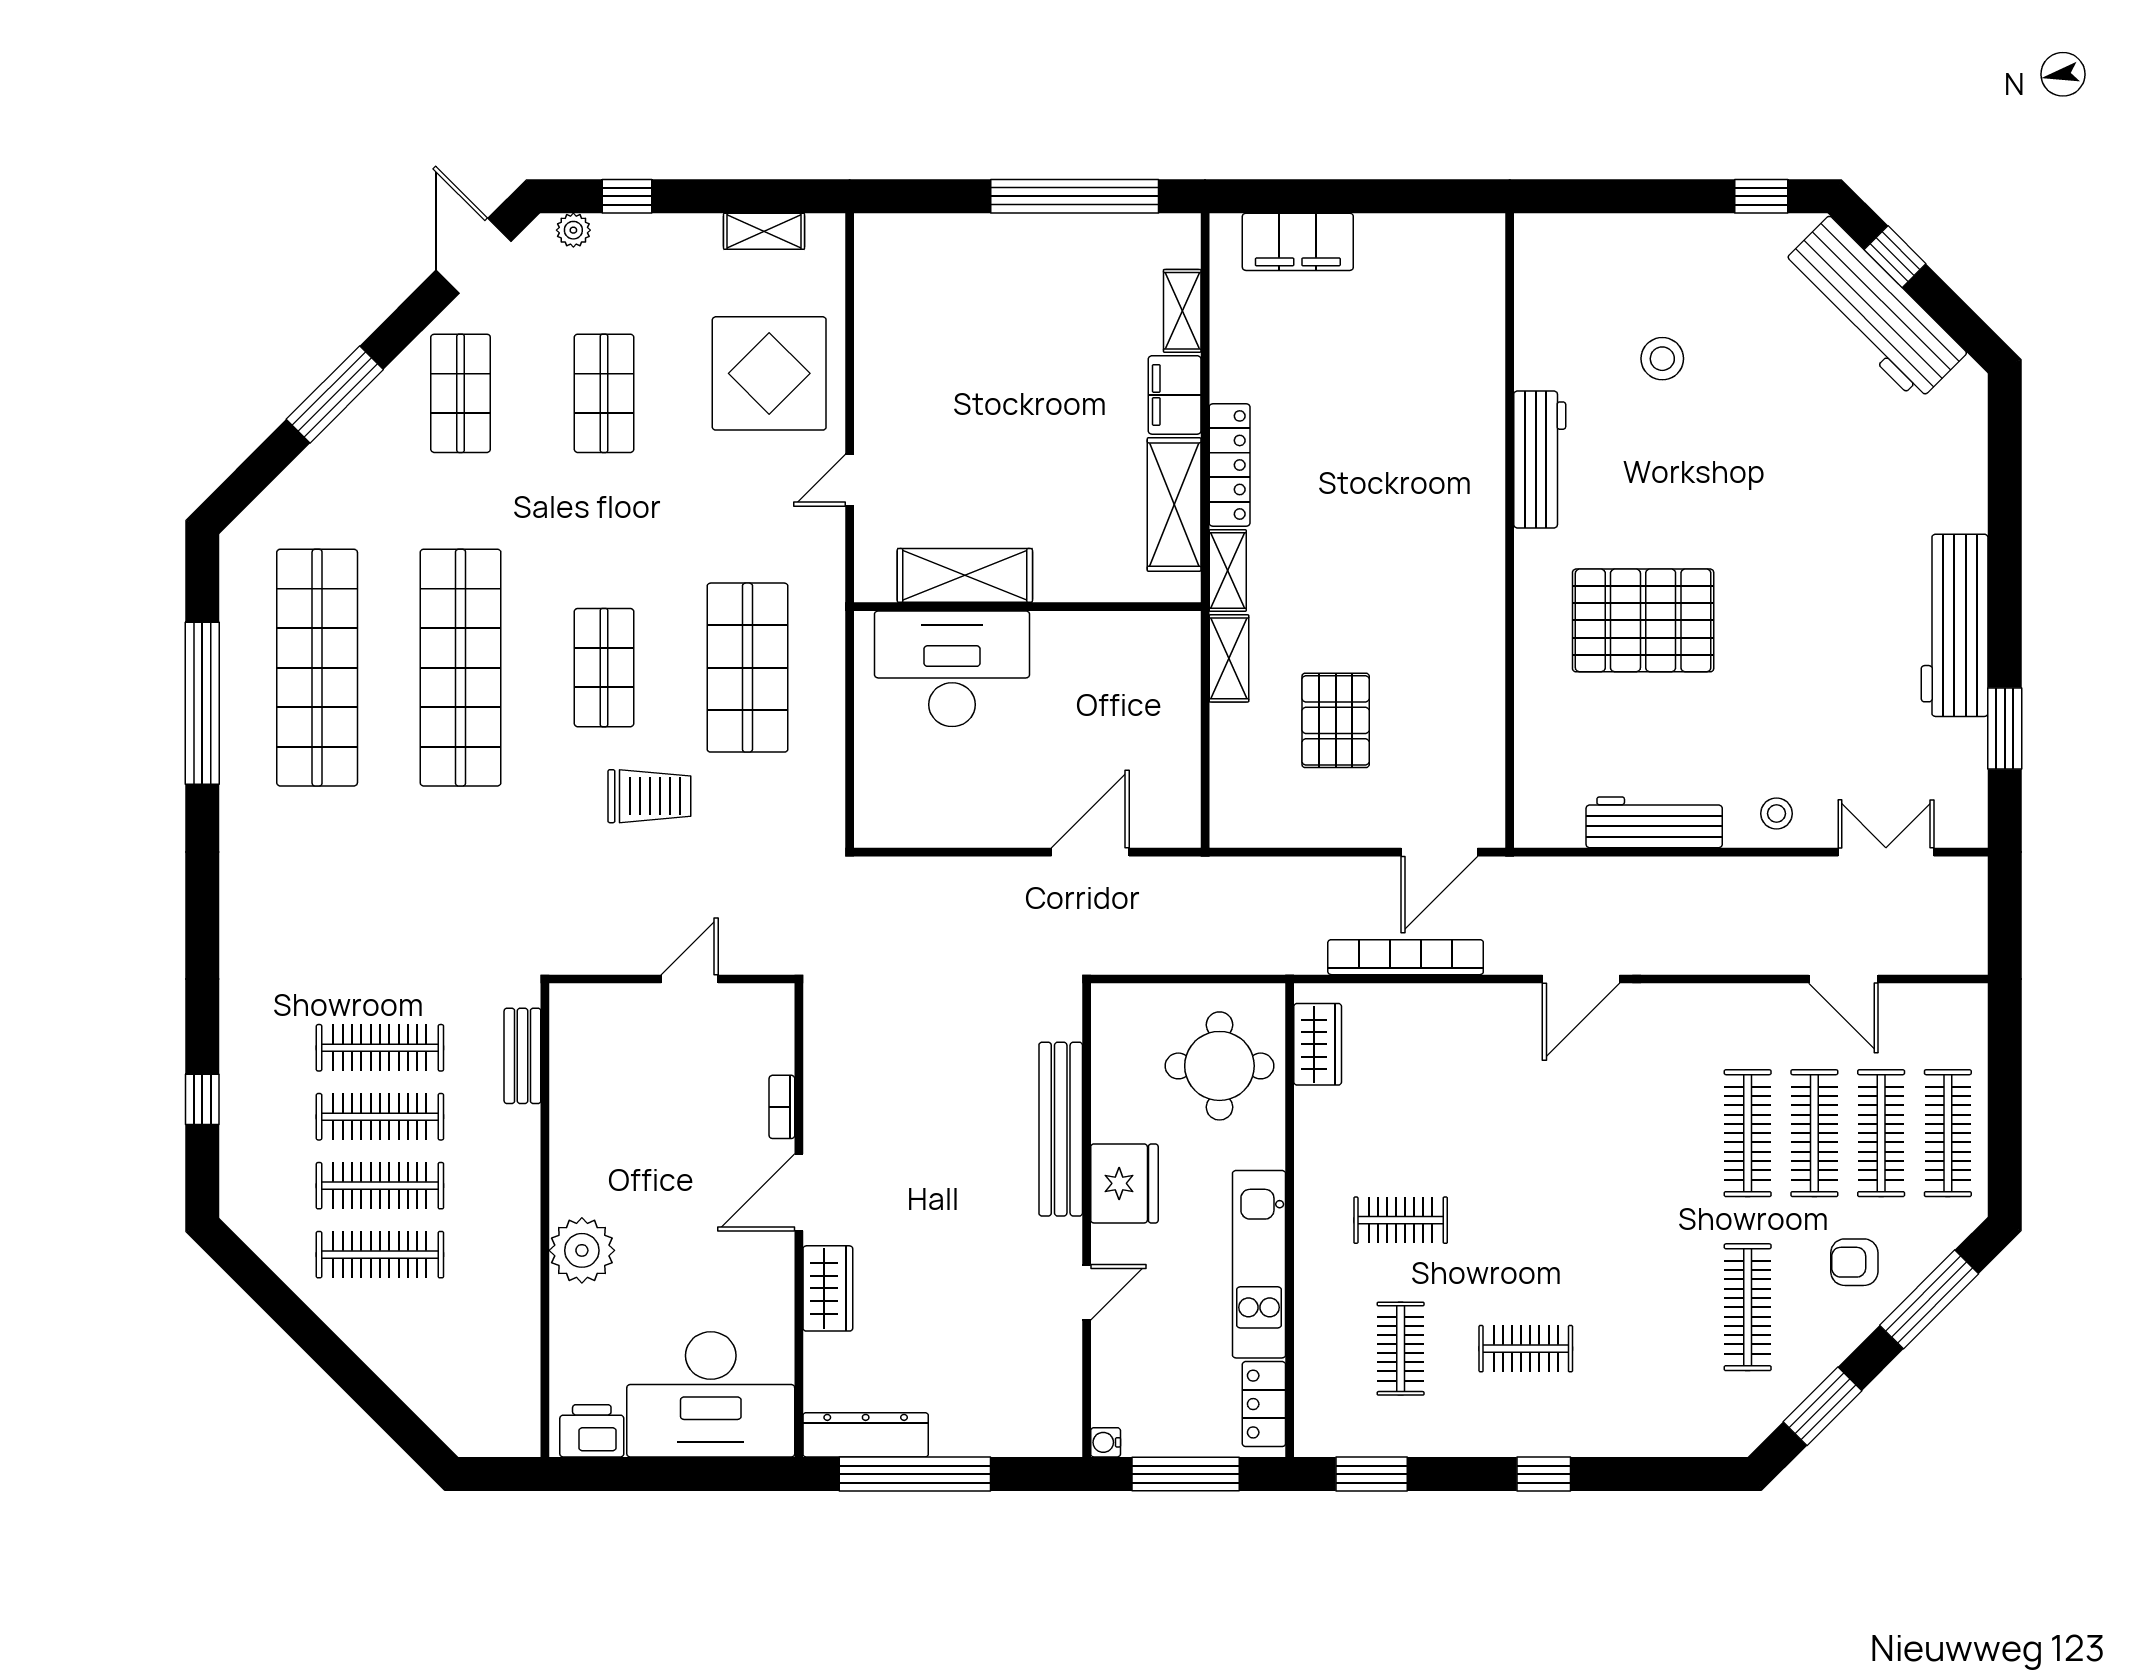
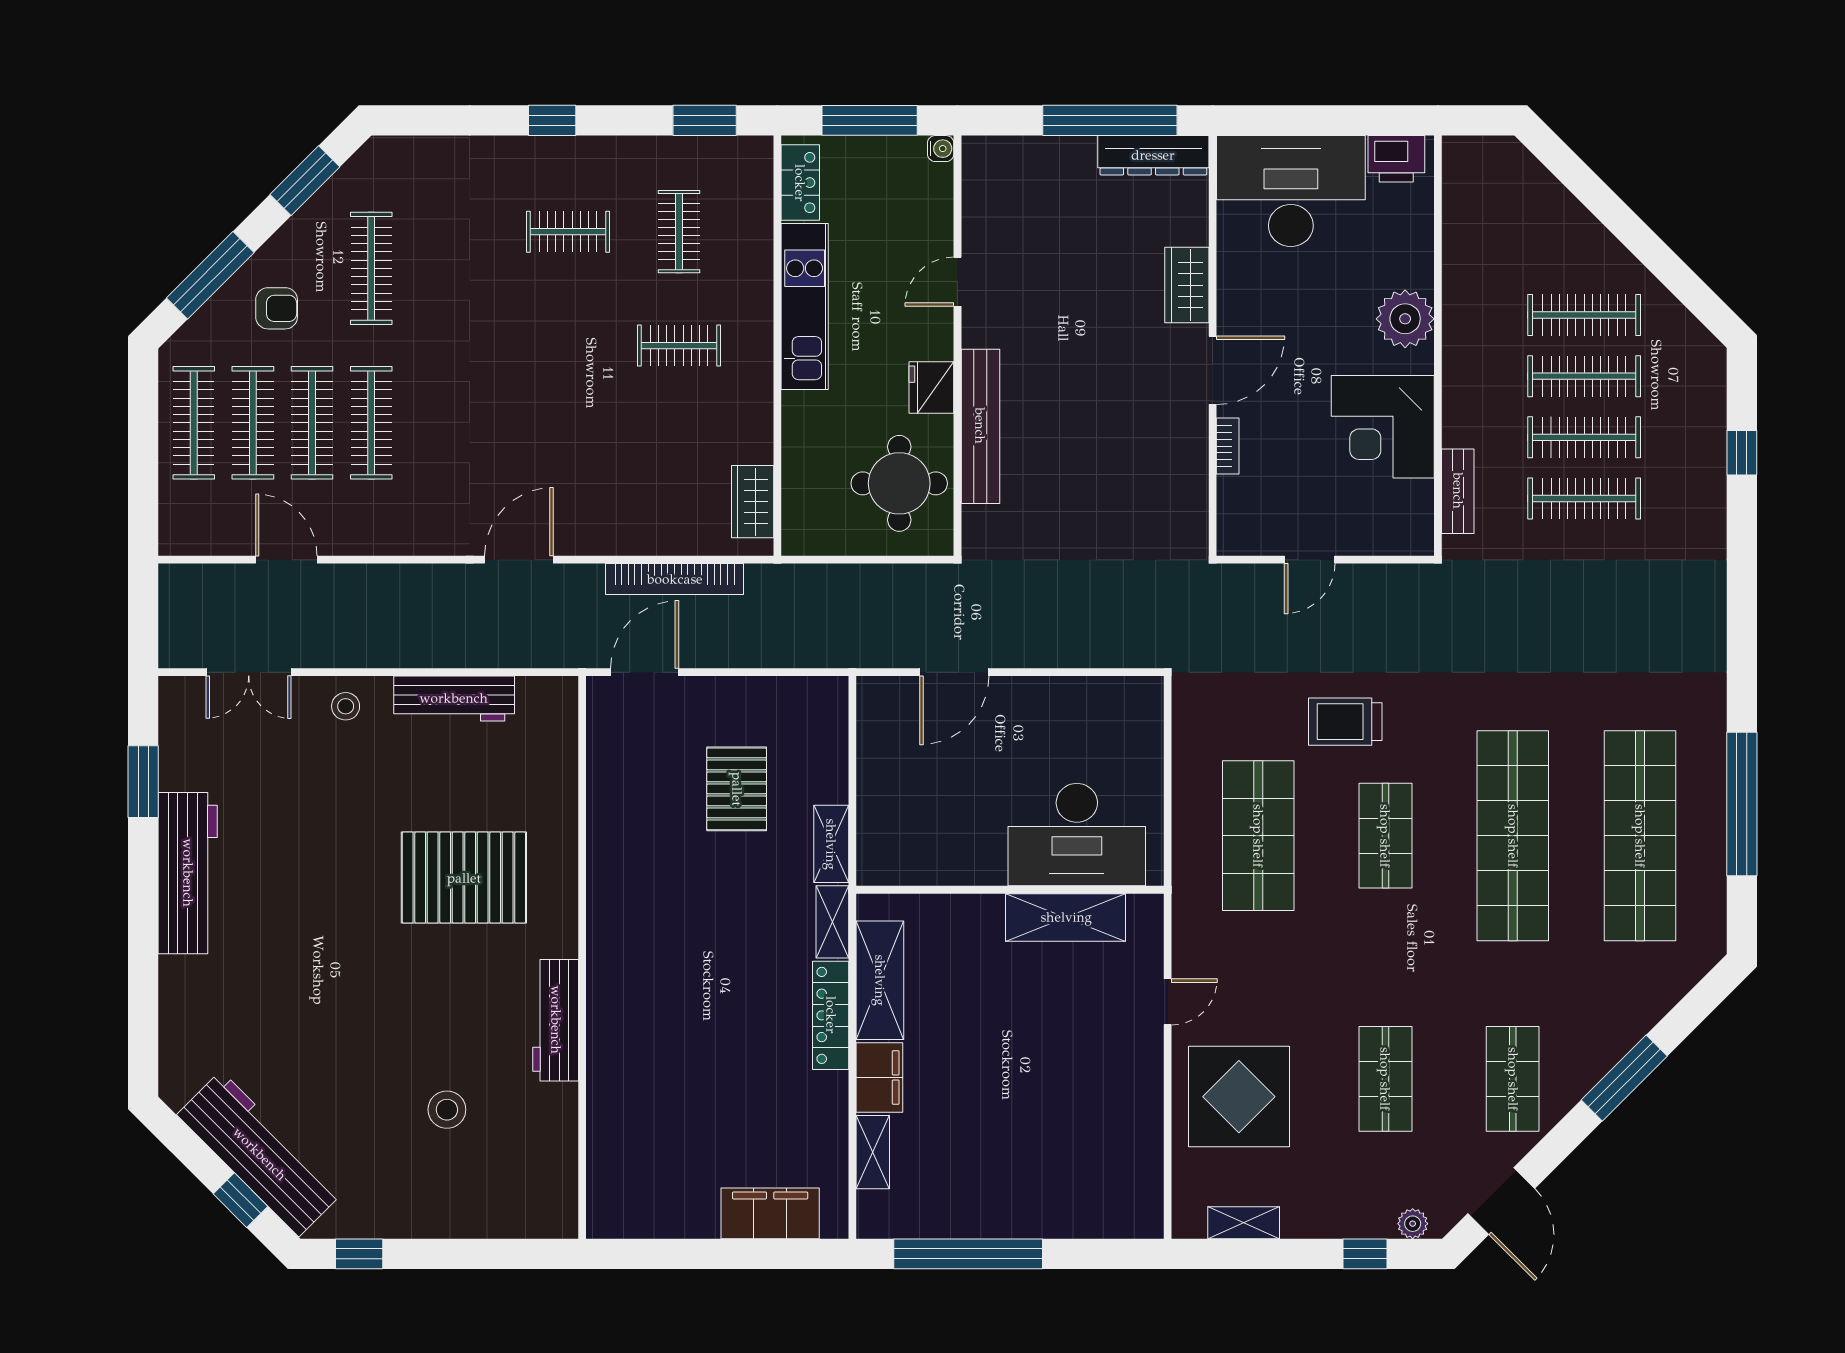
round table: (1219, 1066) -> (899, 483), moved
corner desk: (607, 1129) -> (1383, 427), added
fridge: (1124, 1183) -> (931, 387), width x0.73, depth x0.75

